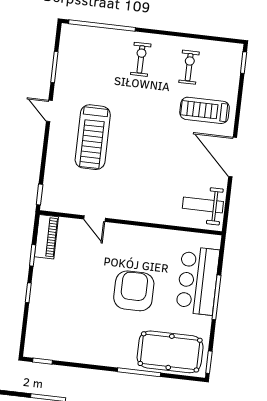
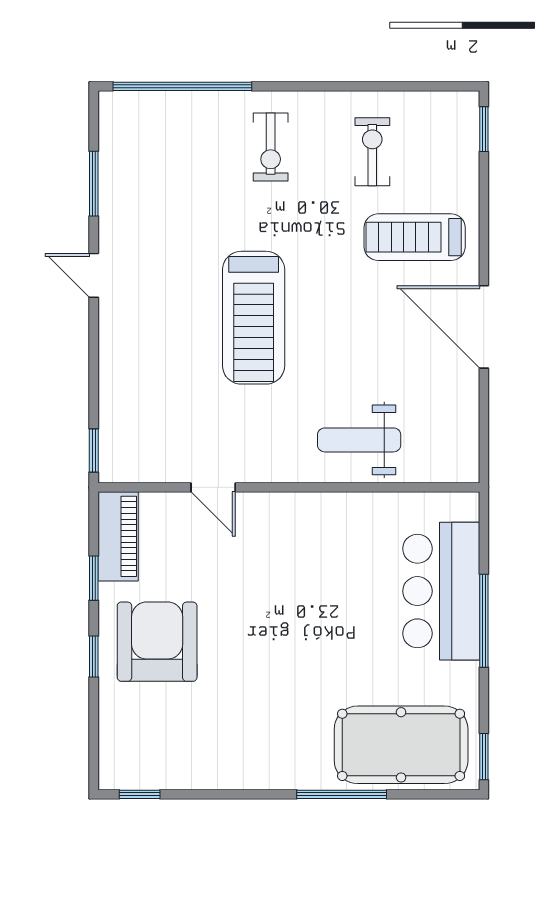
exercise bike: (141, 59) -> (271, 147), turned 180
treadmill: (93, 137) -> (254, 318), moved
weight bench: (203, 205) -> (359, 440), moved
armchair: (134, 291) -> (157, 642), moved

